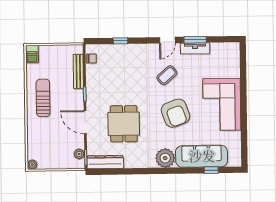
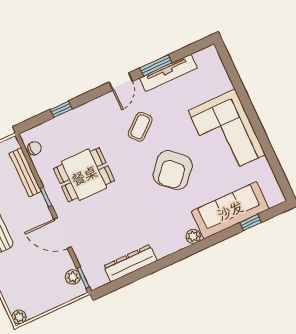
tv unit: (195, 48) -> (168, 73), width x1.41
armchair: (176, 113) -> (173, 170), turned 62
dining table: (124, 124) -> (84, 175), moved, turned 90
plant: (165, 158) -> (193, 236), width x0.53, depth x0.53
dresser: (105, 162) -> (130, 263), moved

